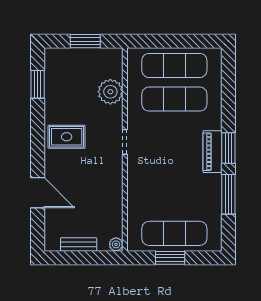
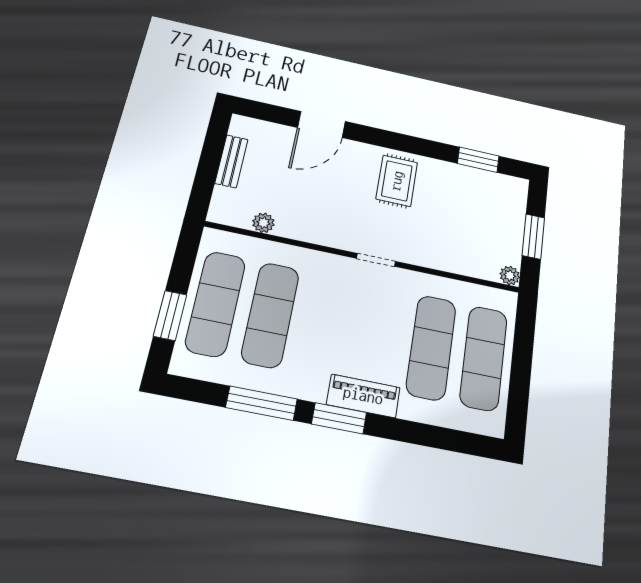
plant: (110, 92) -> (510, 276), moved, width x0.53, depth x0.53
piano: (212, 152) -> (363, 396), moved
exercise mat: (174, 200) -> (270, 315), added
plant: (116, 244) -> (263, 223), moved
window: (170, 258) -> (170, 315), moved

